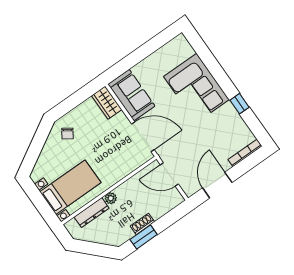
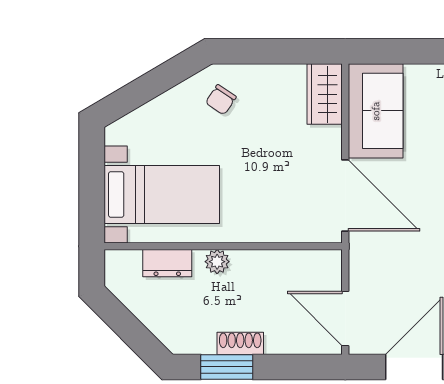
door: (169, 174) -> (345, 319), moved
dresser: (92, 213) -> (167, 263), width x0.70

